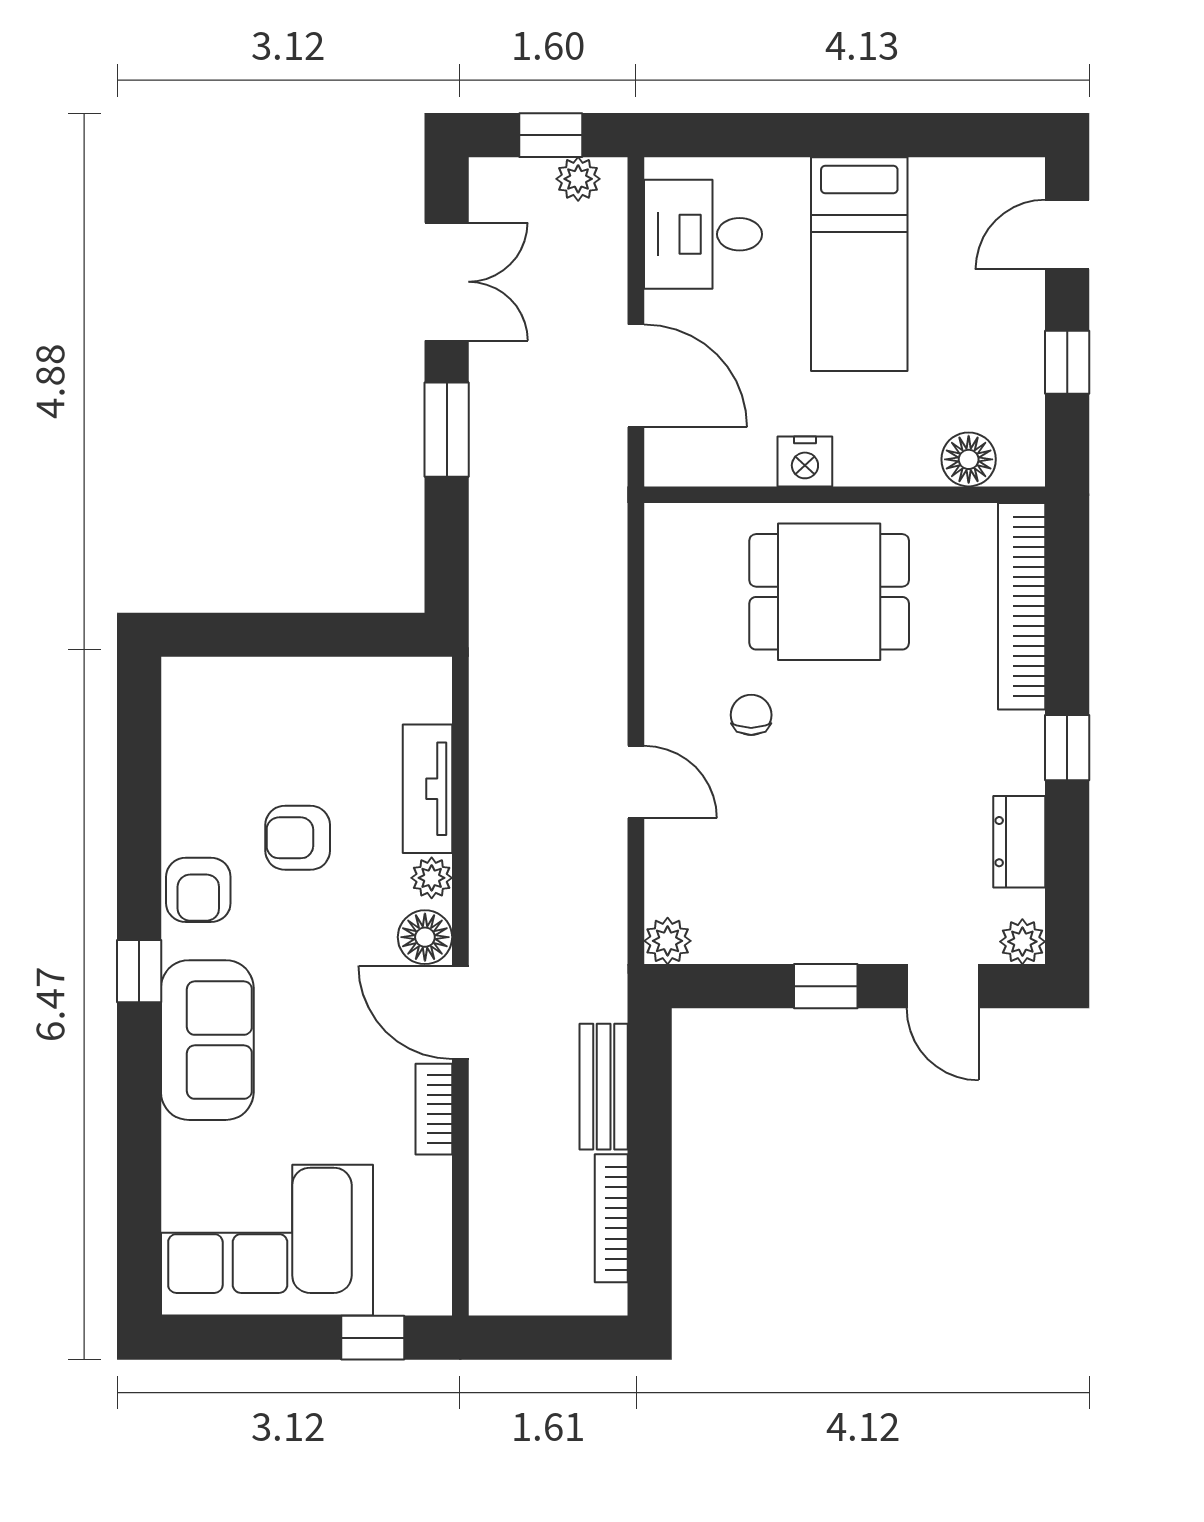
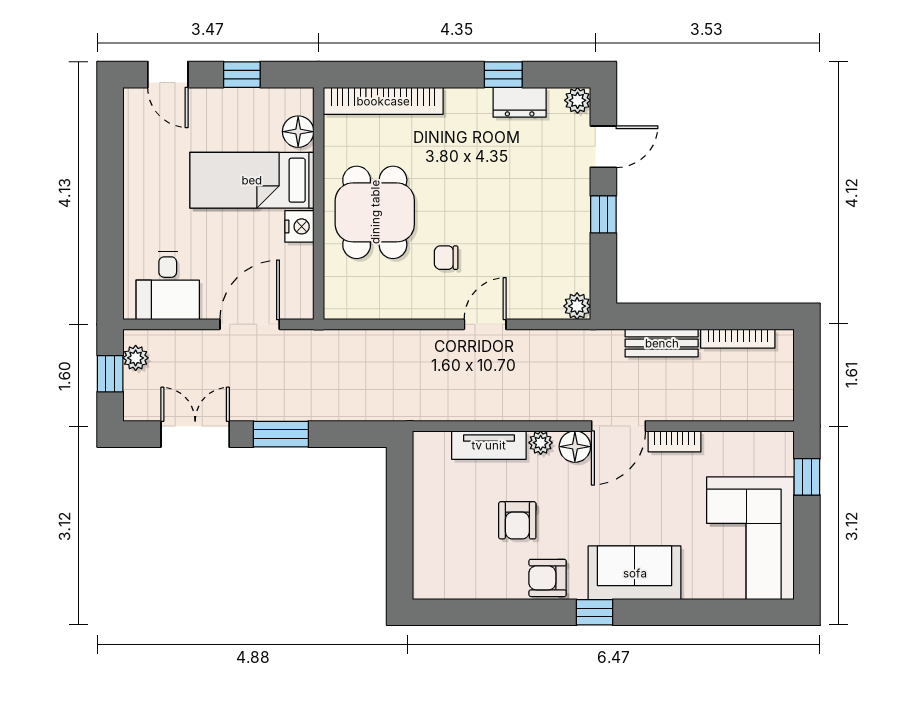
bed: (859, 264) -> (252, 180), moved, turned 180
window: (1067, 748) -> (503, 75), moved
armchair: (198, 890) -> (548, 578), turned 180

